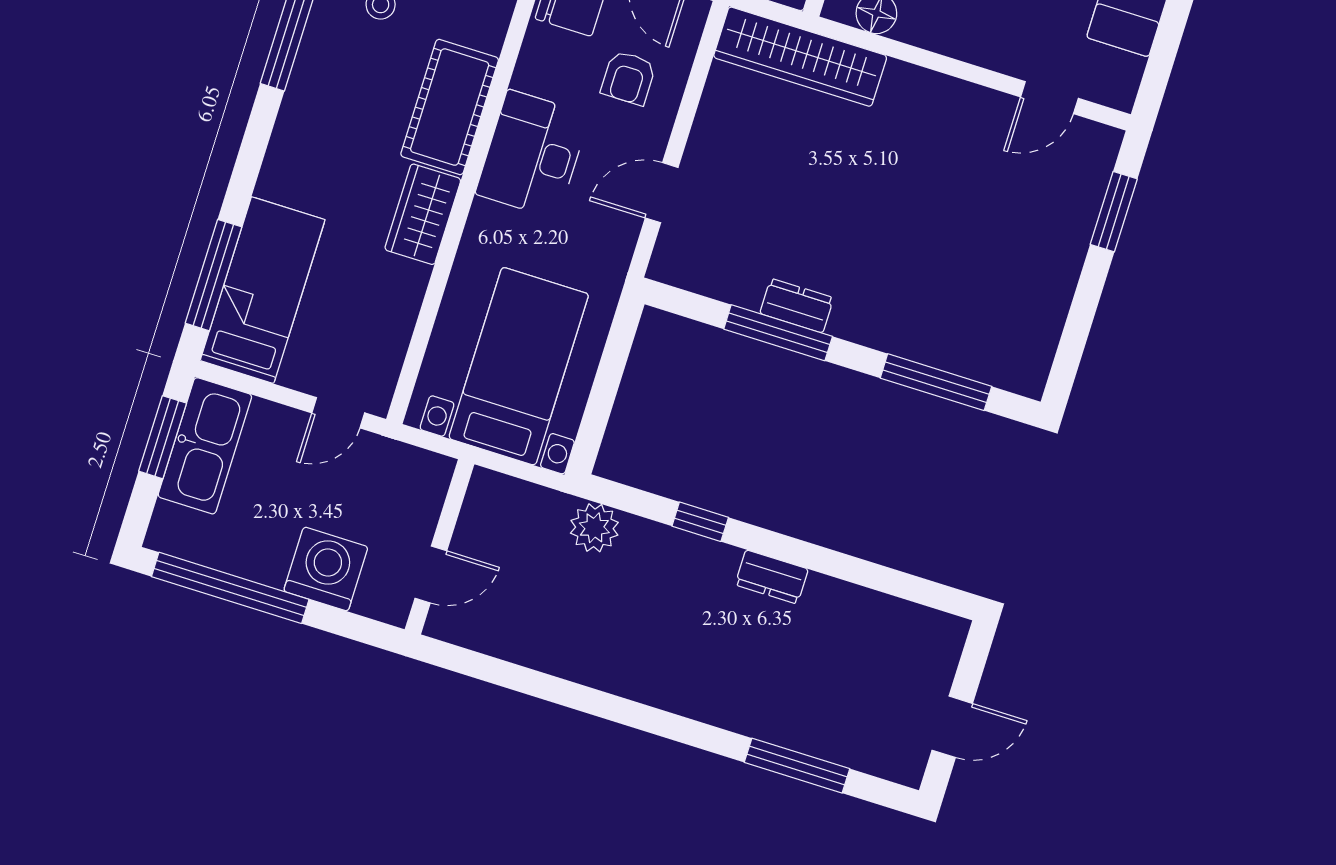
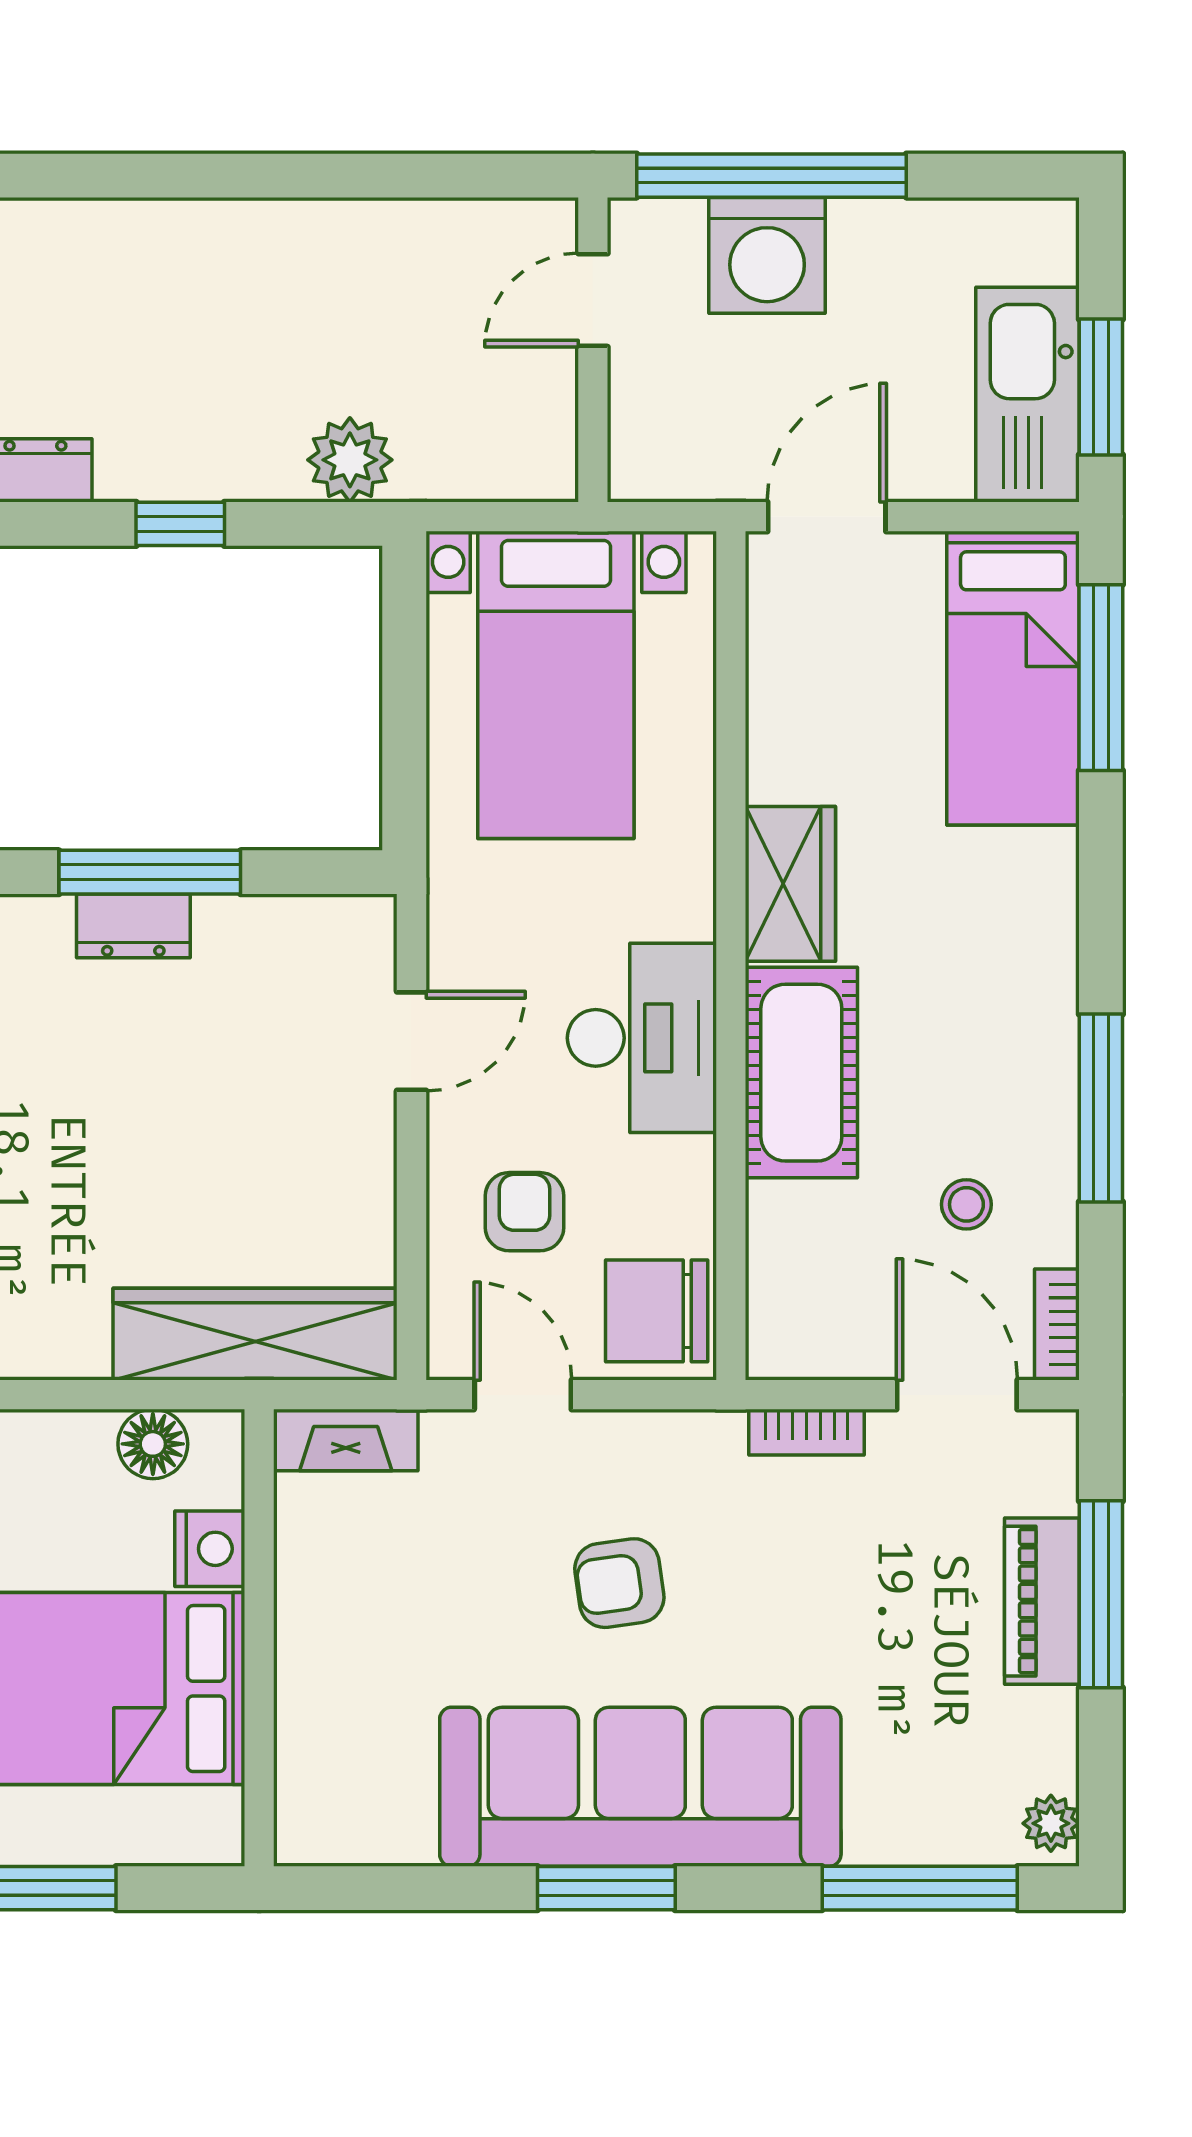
door: (338, 413) -> (827, 517), width x1.38
window: (230, 588) -> (771, 176), moved

